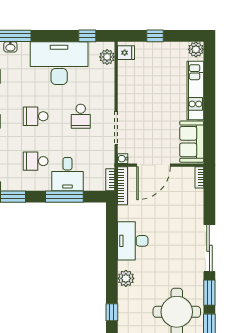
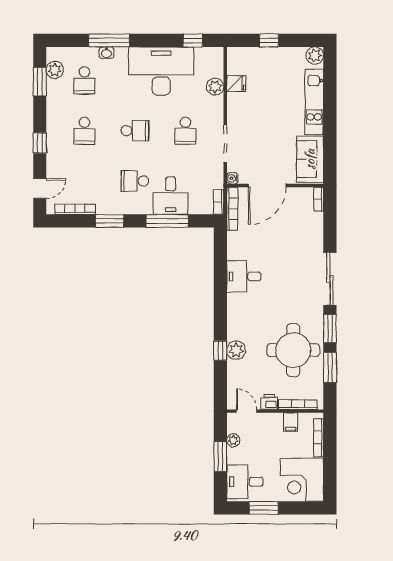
fridge: (126, 53) -> (236, 84), moved
plant: (107, 57) -> (215, 87), moved
school desk: (36, 116) -> (135, 131), turned 180
desk: (133, 241) -> (244, 276), width x0.73
plant: (126, 278) -> (236, 350), moved

